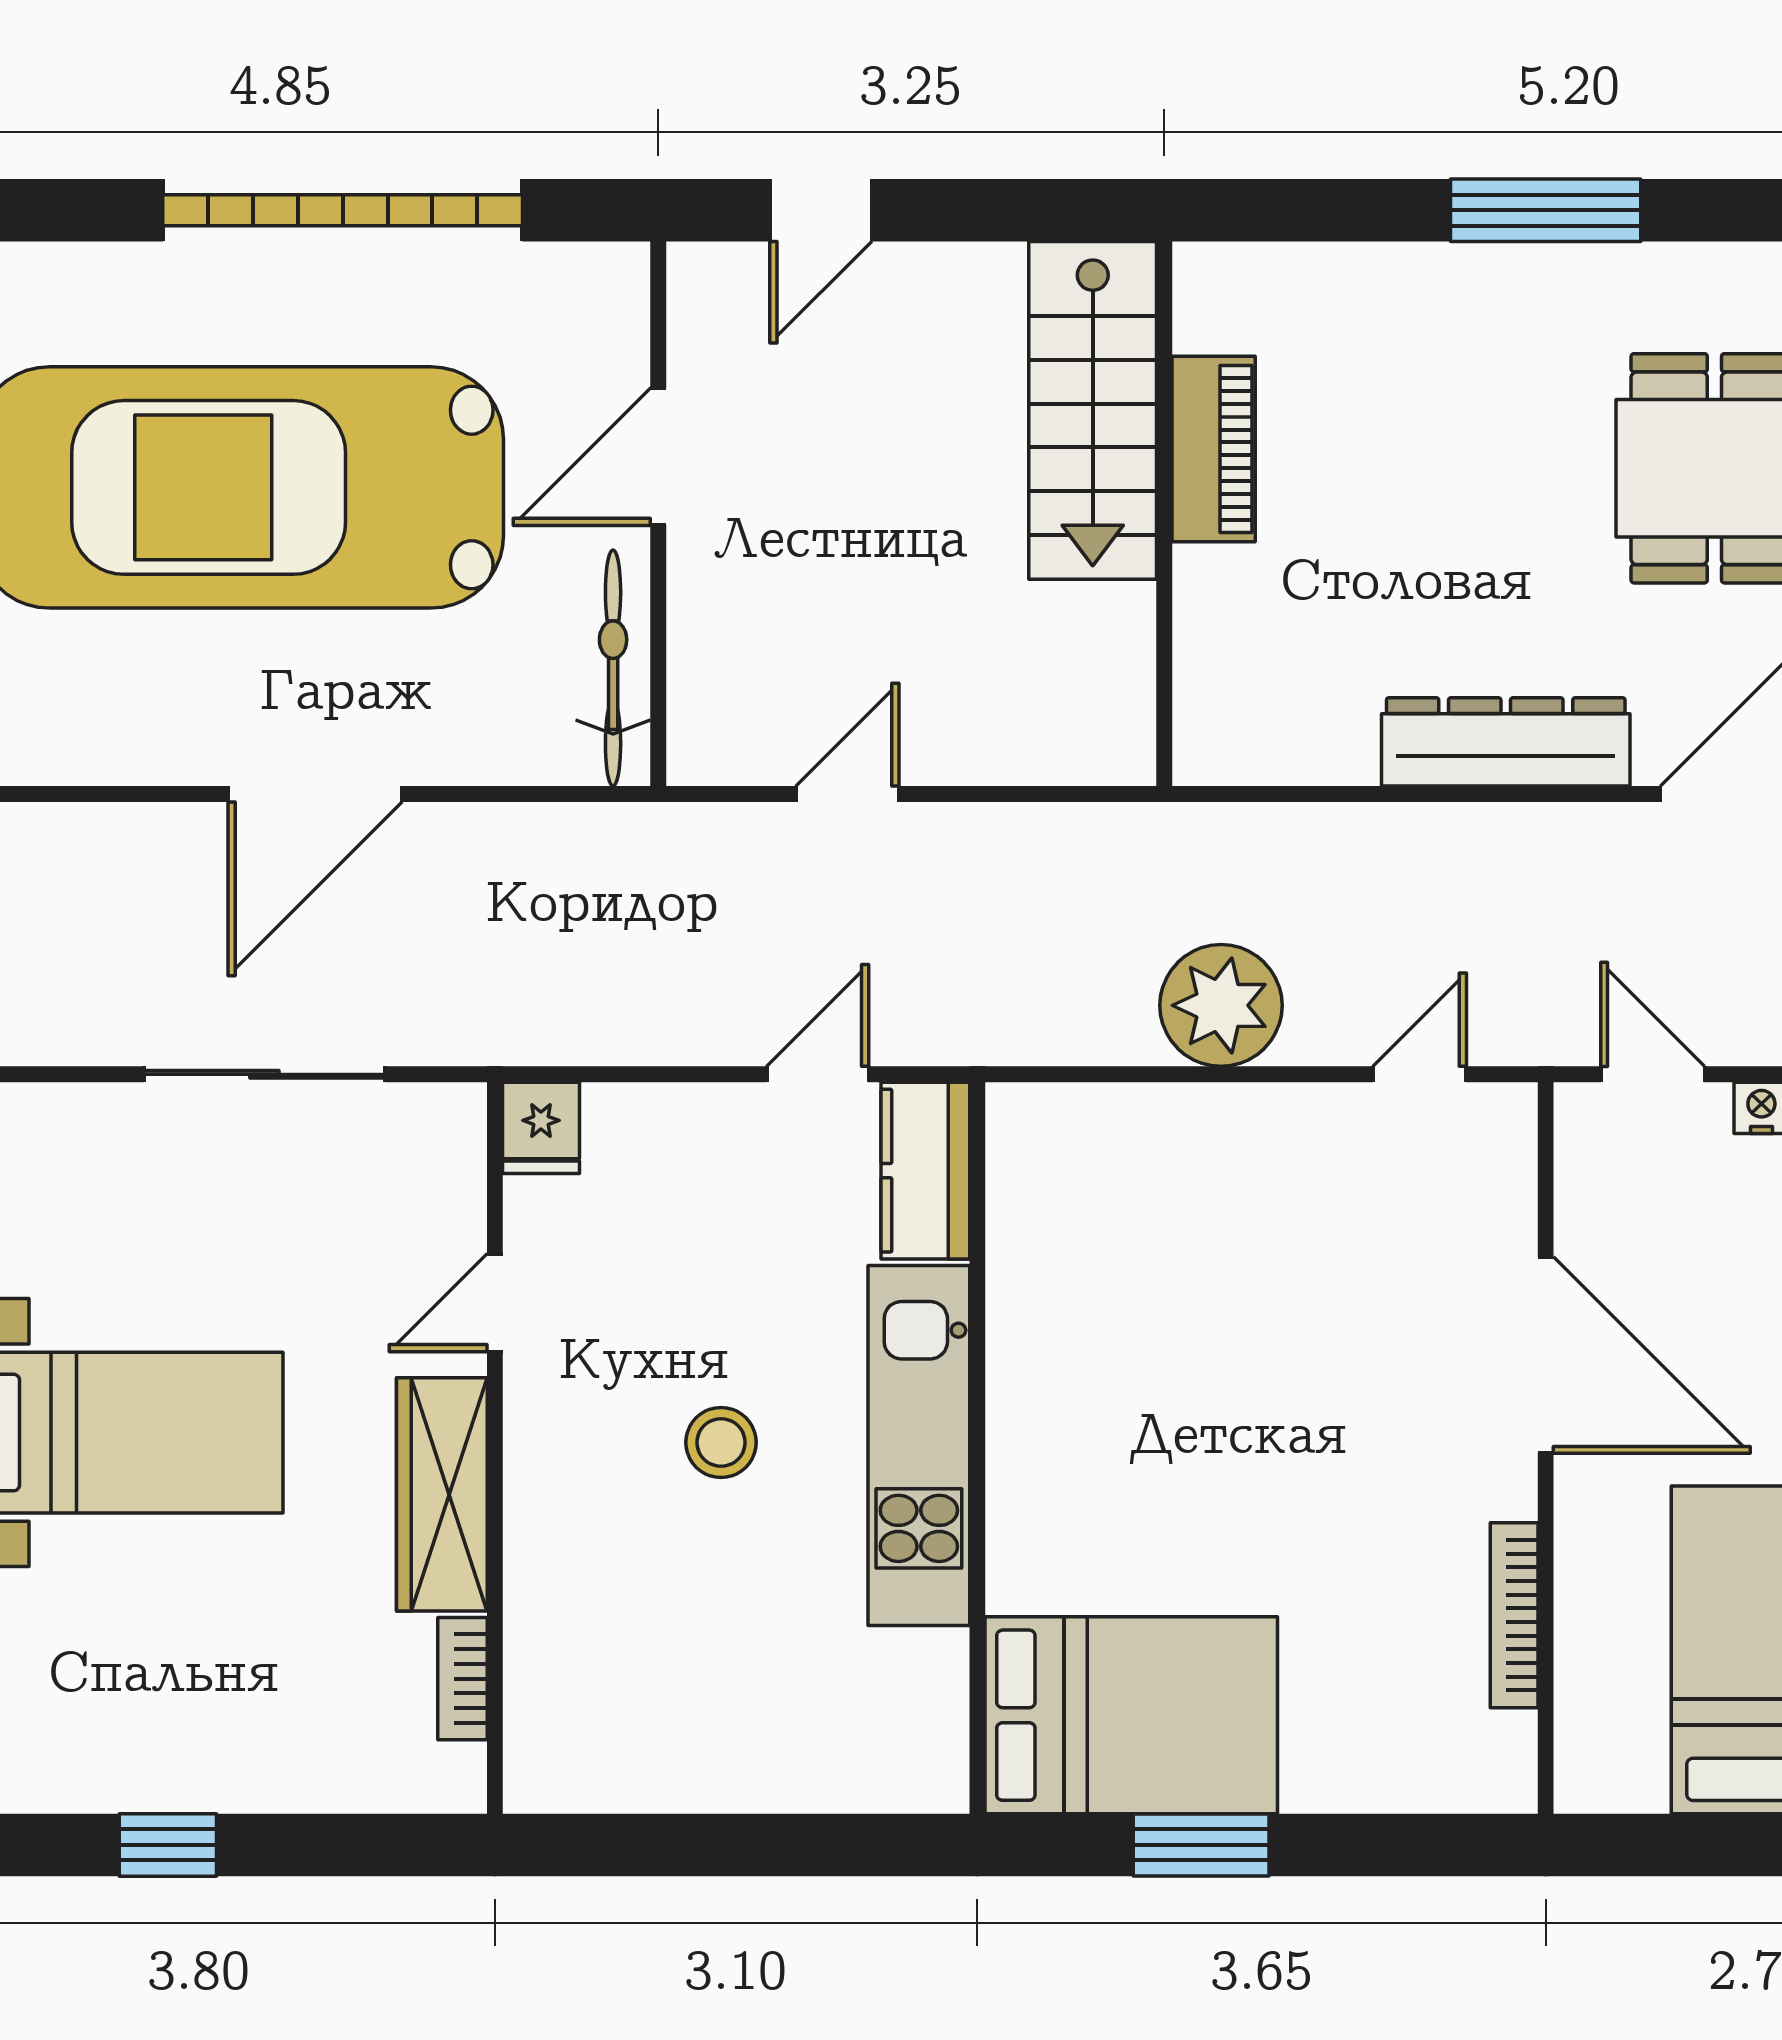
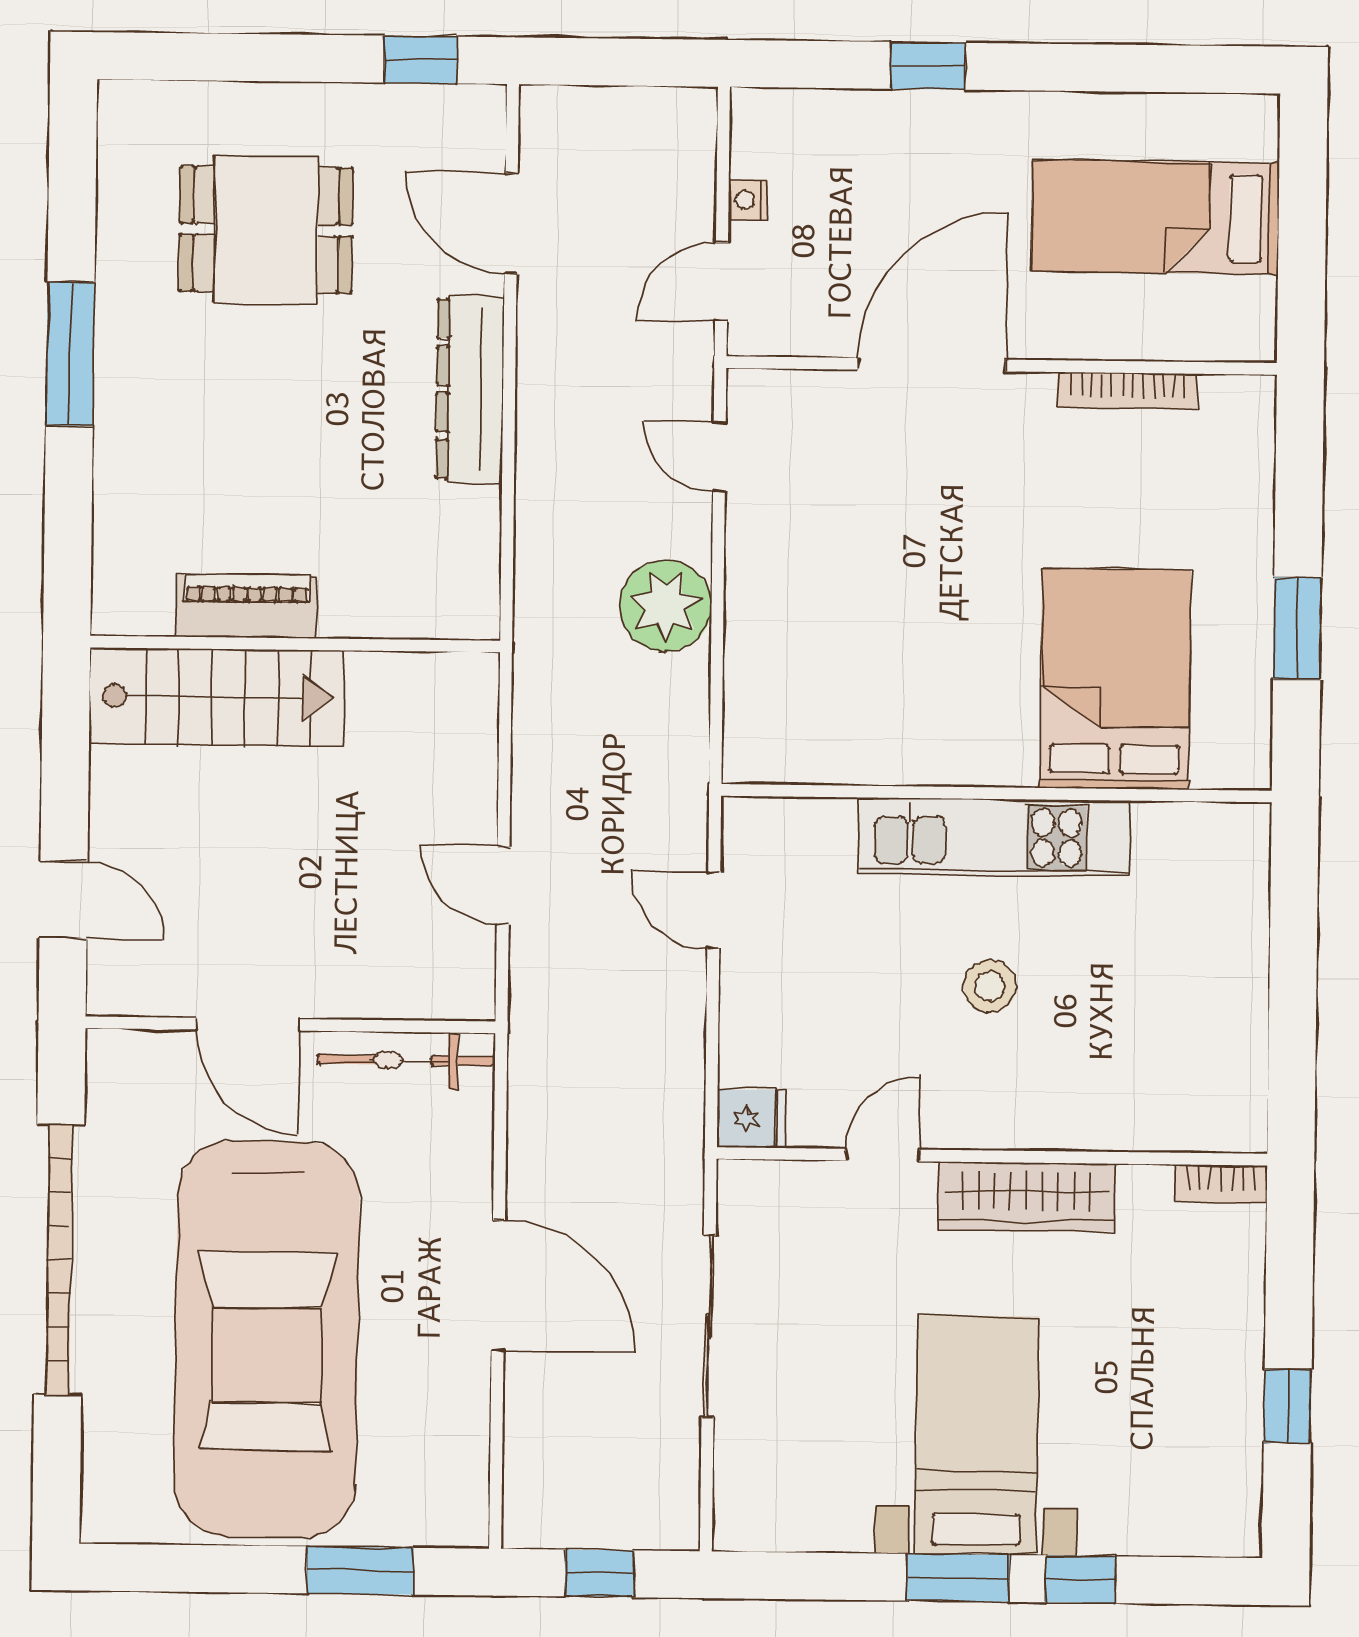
kitchen counter: (925, 1171) -> (787, 830), removed
door: (495, 1303) -> (883, 1155), swing flipped
bookcase: (463, 1679) -> (1221, 1184), moved
bed: (1131, 1715) -> (1115, 679), moved

